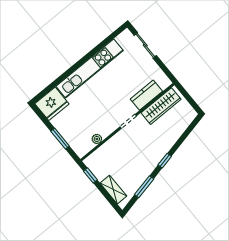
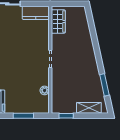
kitchen counter: (146, 95) -> (36, 13), moved, turned -90
wardrobe: (161, 106) -> (58, 21), width x0.67
window: (165, 161) -> (98, 56), removed

